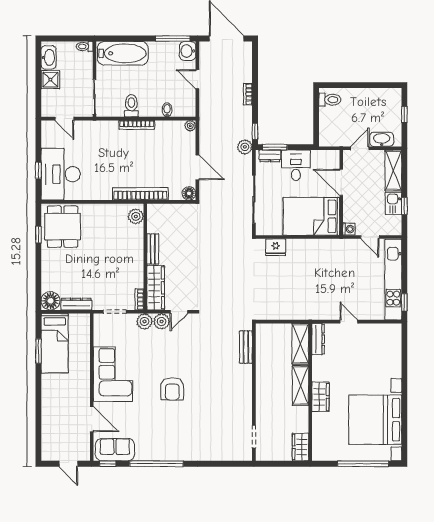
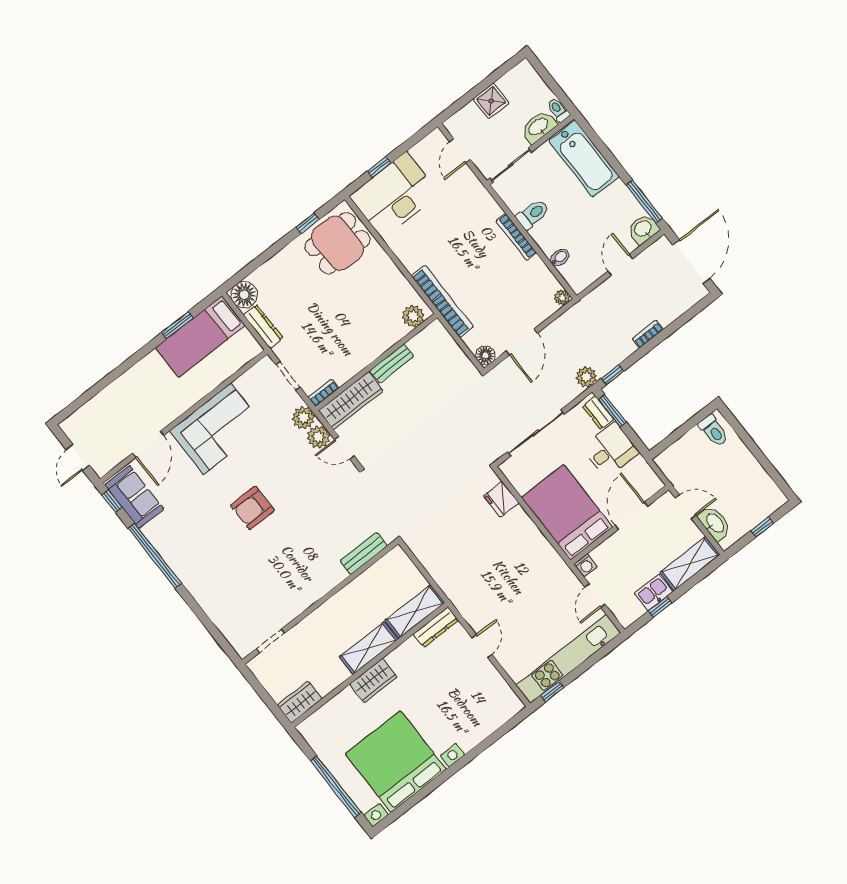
washbasin: (49, 57) -> (539, 127), moved, turned 180

